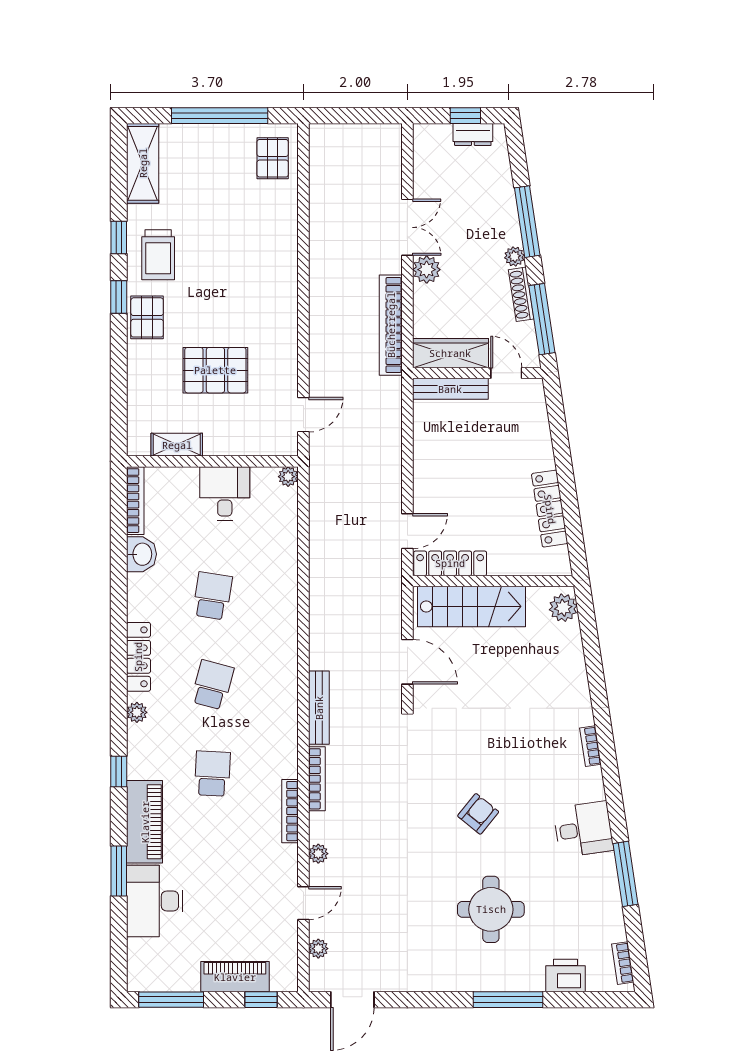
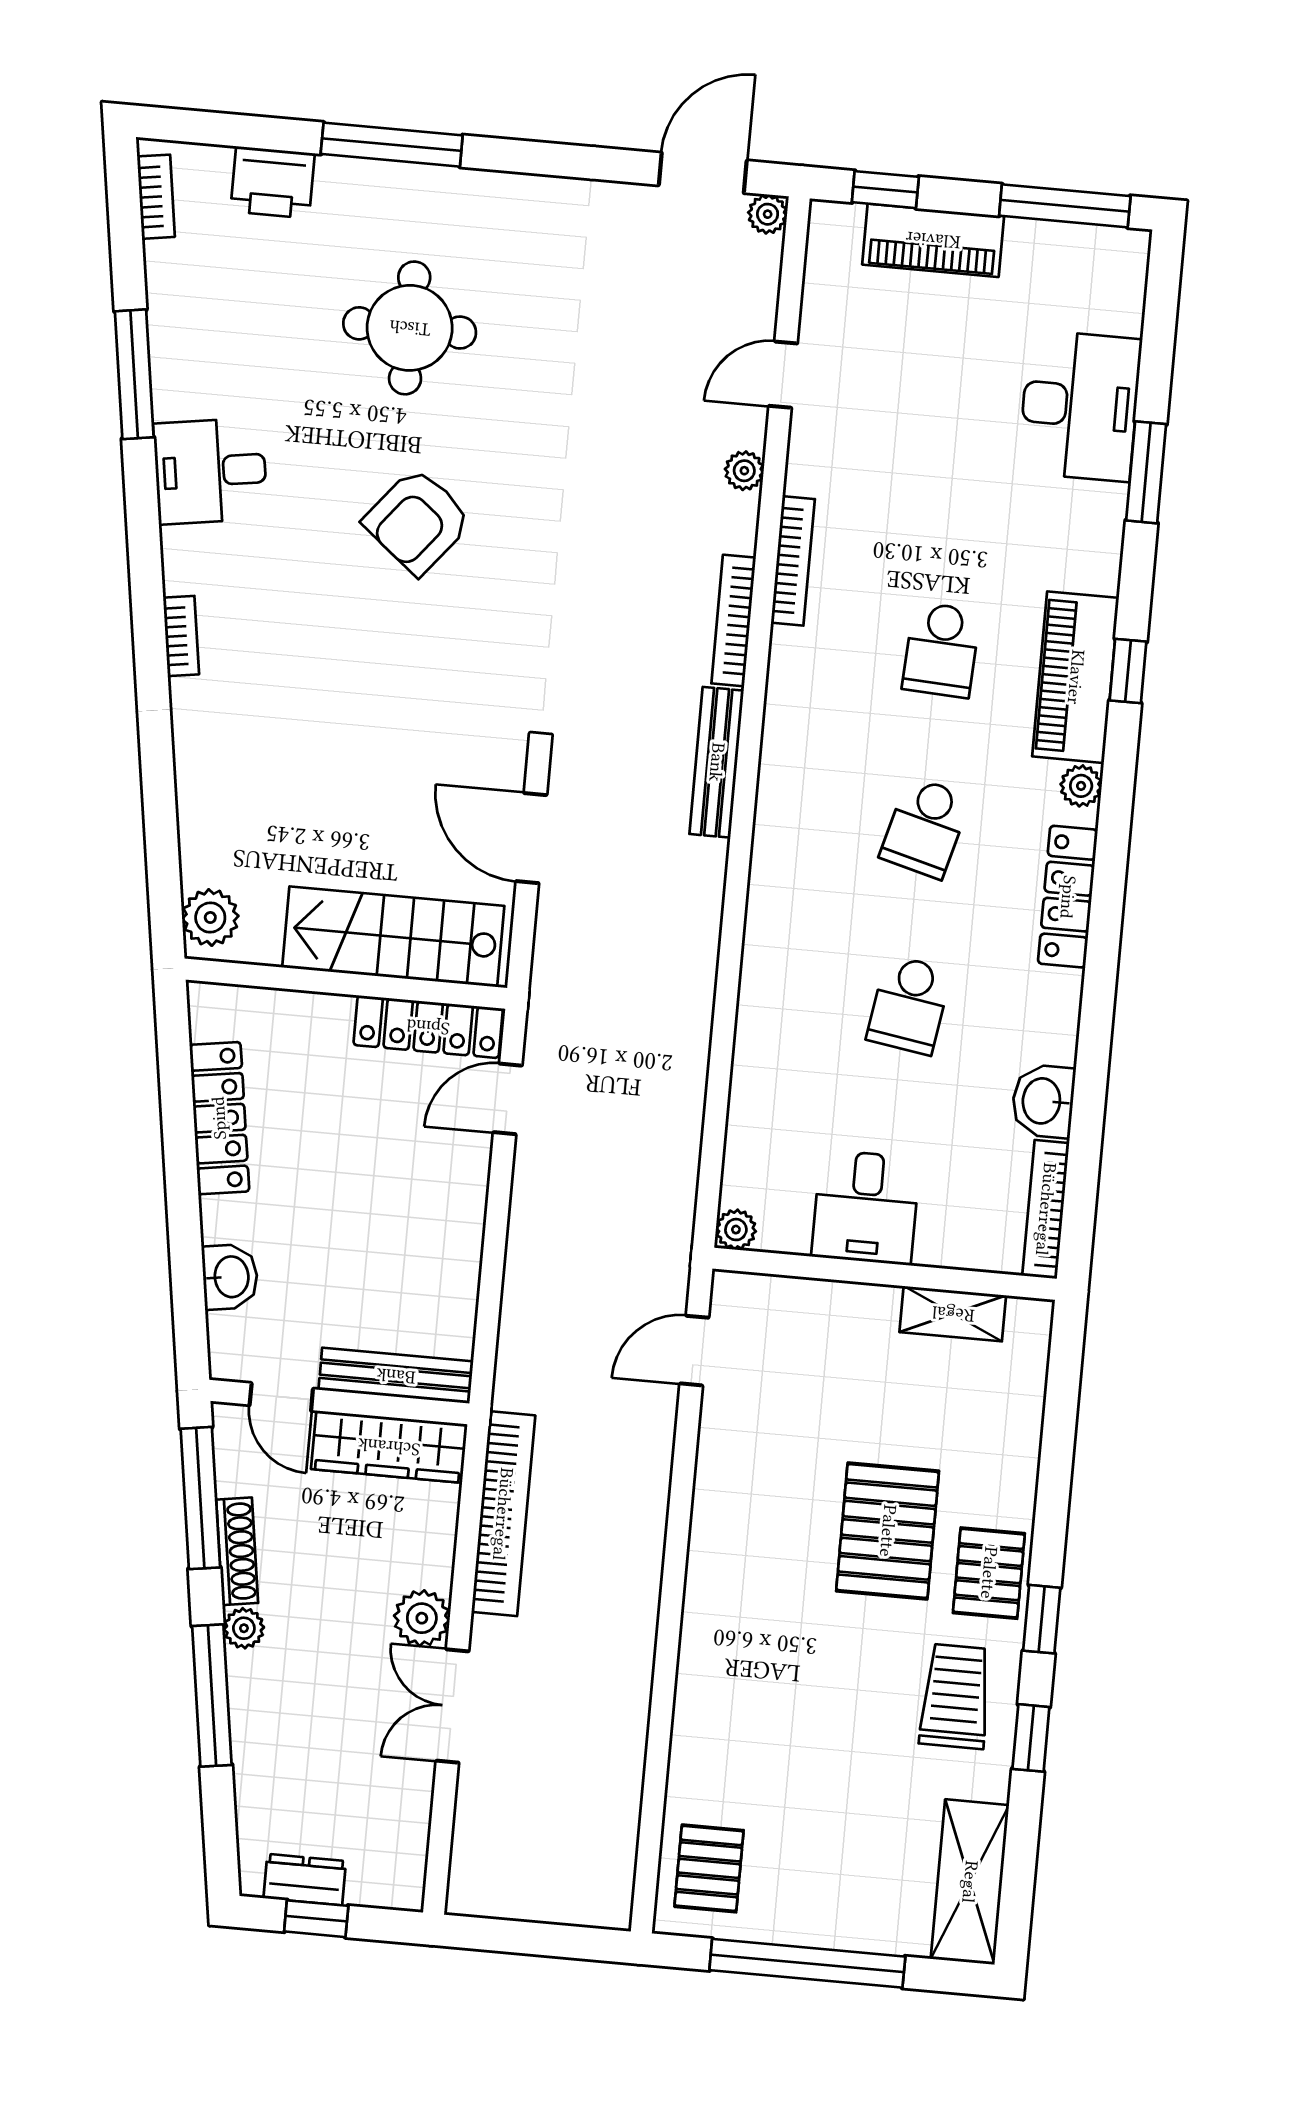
pallet: (215, 370) -> (888, 1531), moved, turned 90
washbasin: (537, 430) -> (230, 1277), added
armchair: (478, 814) -> (418, 521), width x1.38, depth x1.38
piano: (145, 822) -> (1076, 677), moved
plant: (318, 949) -> (768, 214), moved

